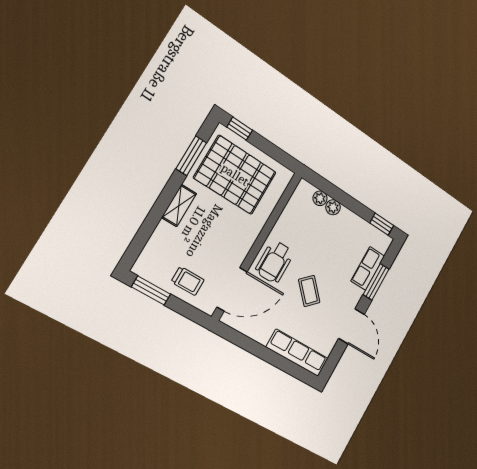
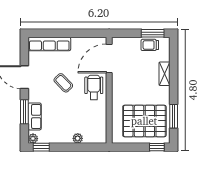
plant: (320, 198) -> (33, 139), moved
shelving: (179, 206) -> (164, 74), moved
trolley: (188, 281) -> (150, 45), moved

